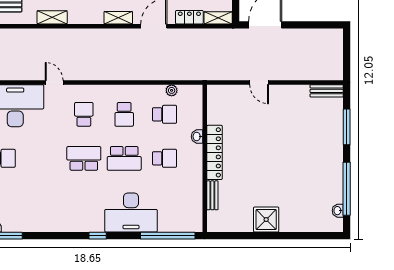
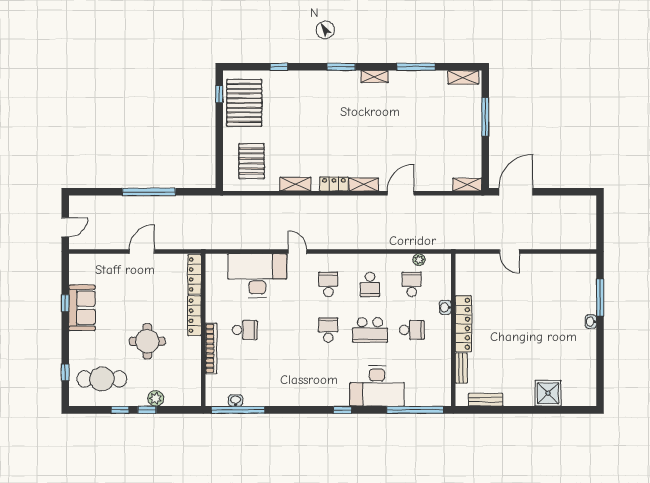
locker: (189, 17) -> (334, 184), moved
bench: (327, 91) -> (486, 400), moved
school desk: (165, 114) -> (412, 284), turned -90
school desk: (84, 158) -> (328, 330), width x0.54
window: (347, 189) -> (600, 361), removed
washbasin: (338, 211) -> (591, 322), moved
shower: (266, 220) -> (548, 393), moved

